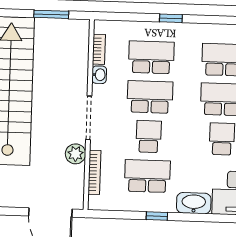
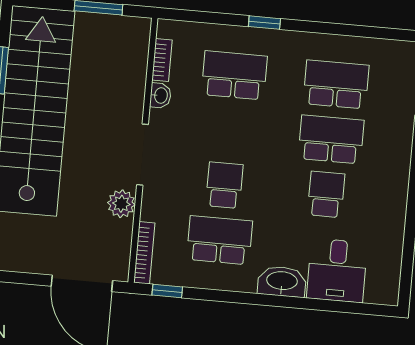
school desk: (150, 97) -> (229, 130), removed
bookcase: (94, 172) -> (144, 253), moved
window: (157, 216) -> (167, 291), moved

